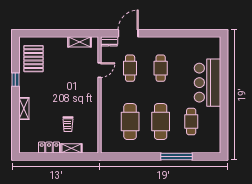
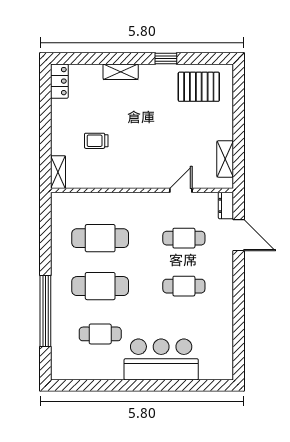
door: (100, 70) -> (181, 190), swing flipped
locker: (49, 148) -> (59, 81), moved
shelving: (71, 148) -> (58, 172), moved
window: (176, 156) -> (45, 311), width x1.46

